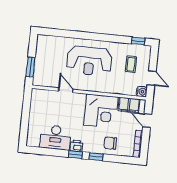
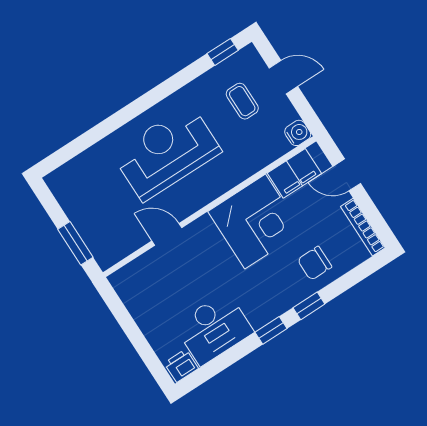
reception desk: (89, 61) -> (167, 153), turned 180
door: (152, 78) -> (283, 77), moved
printer: (76, 146) -> (181, 366), moved

